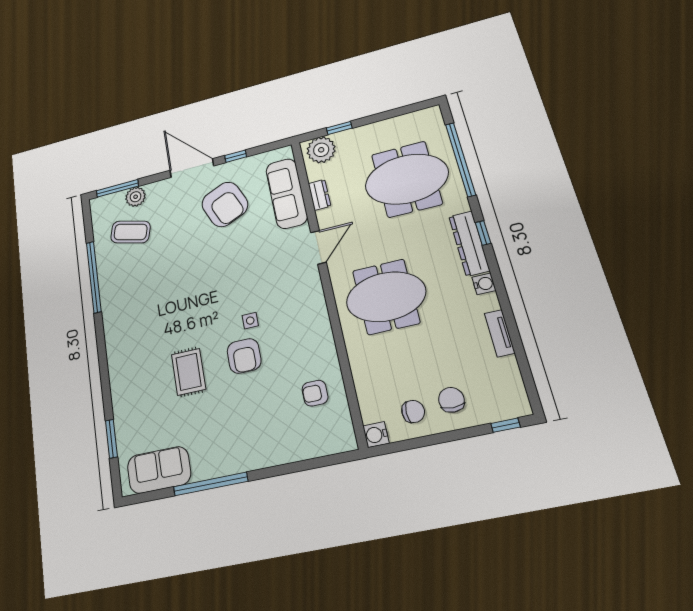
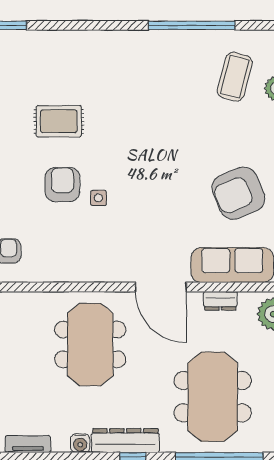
door: (318, 247) -> (161, 287), width x1.36
armchair: (244, 356) -> (62, 185), turned 90

